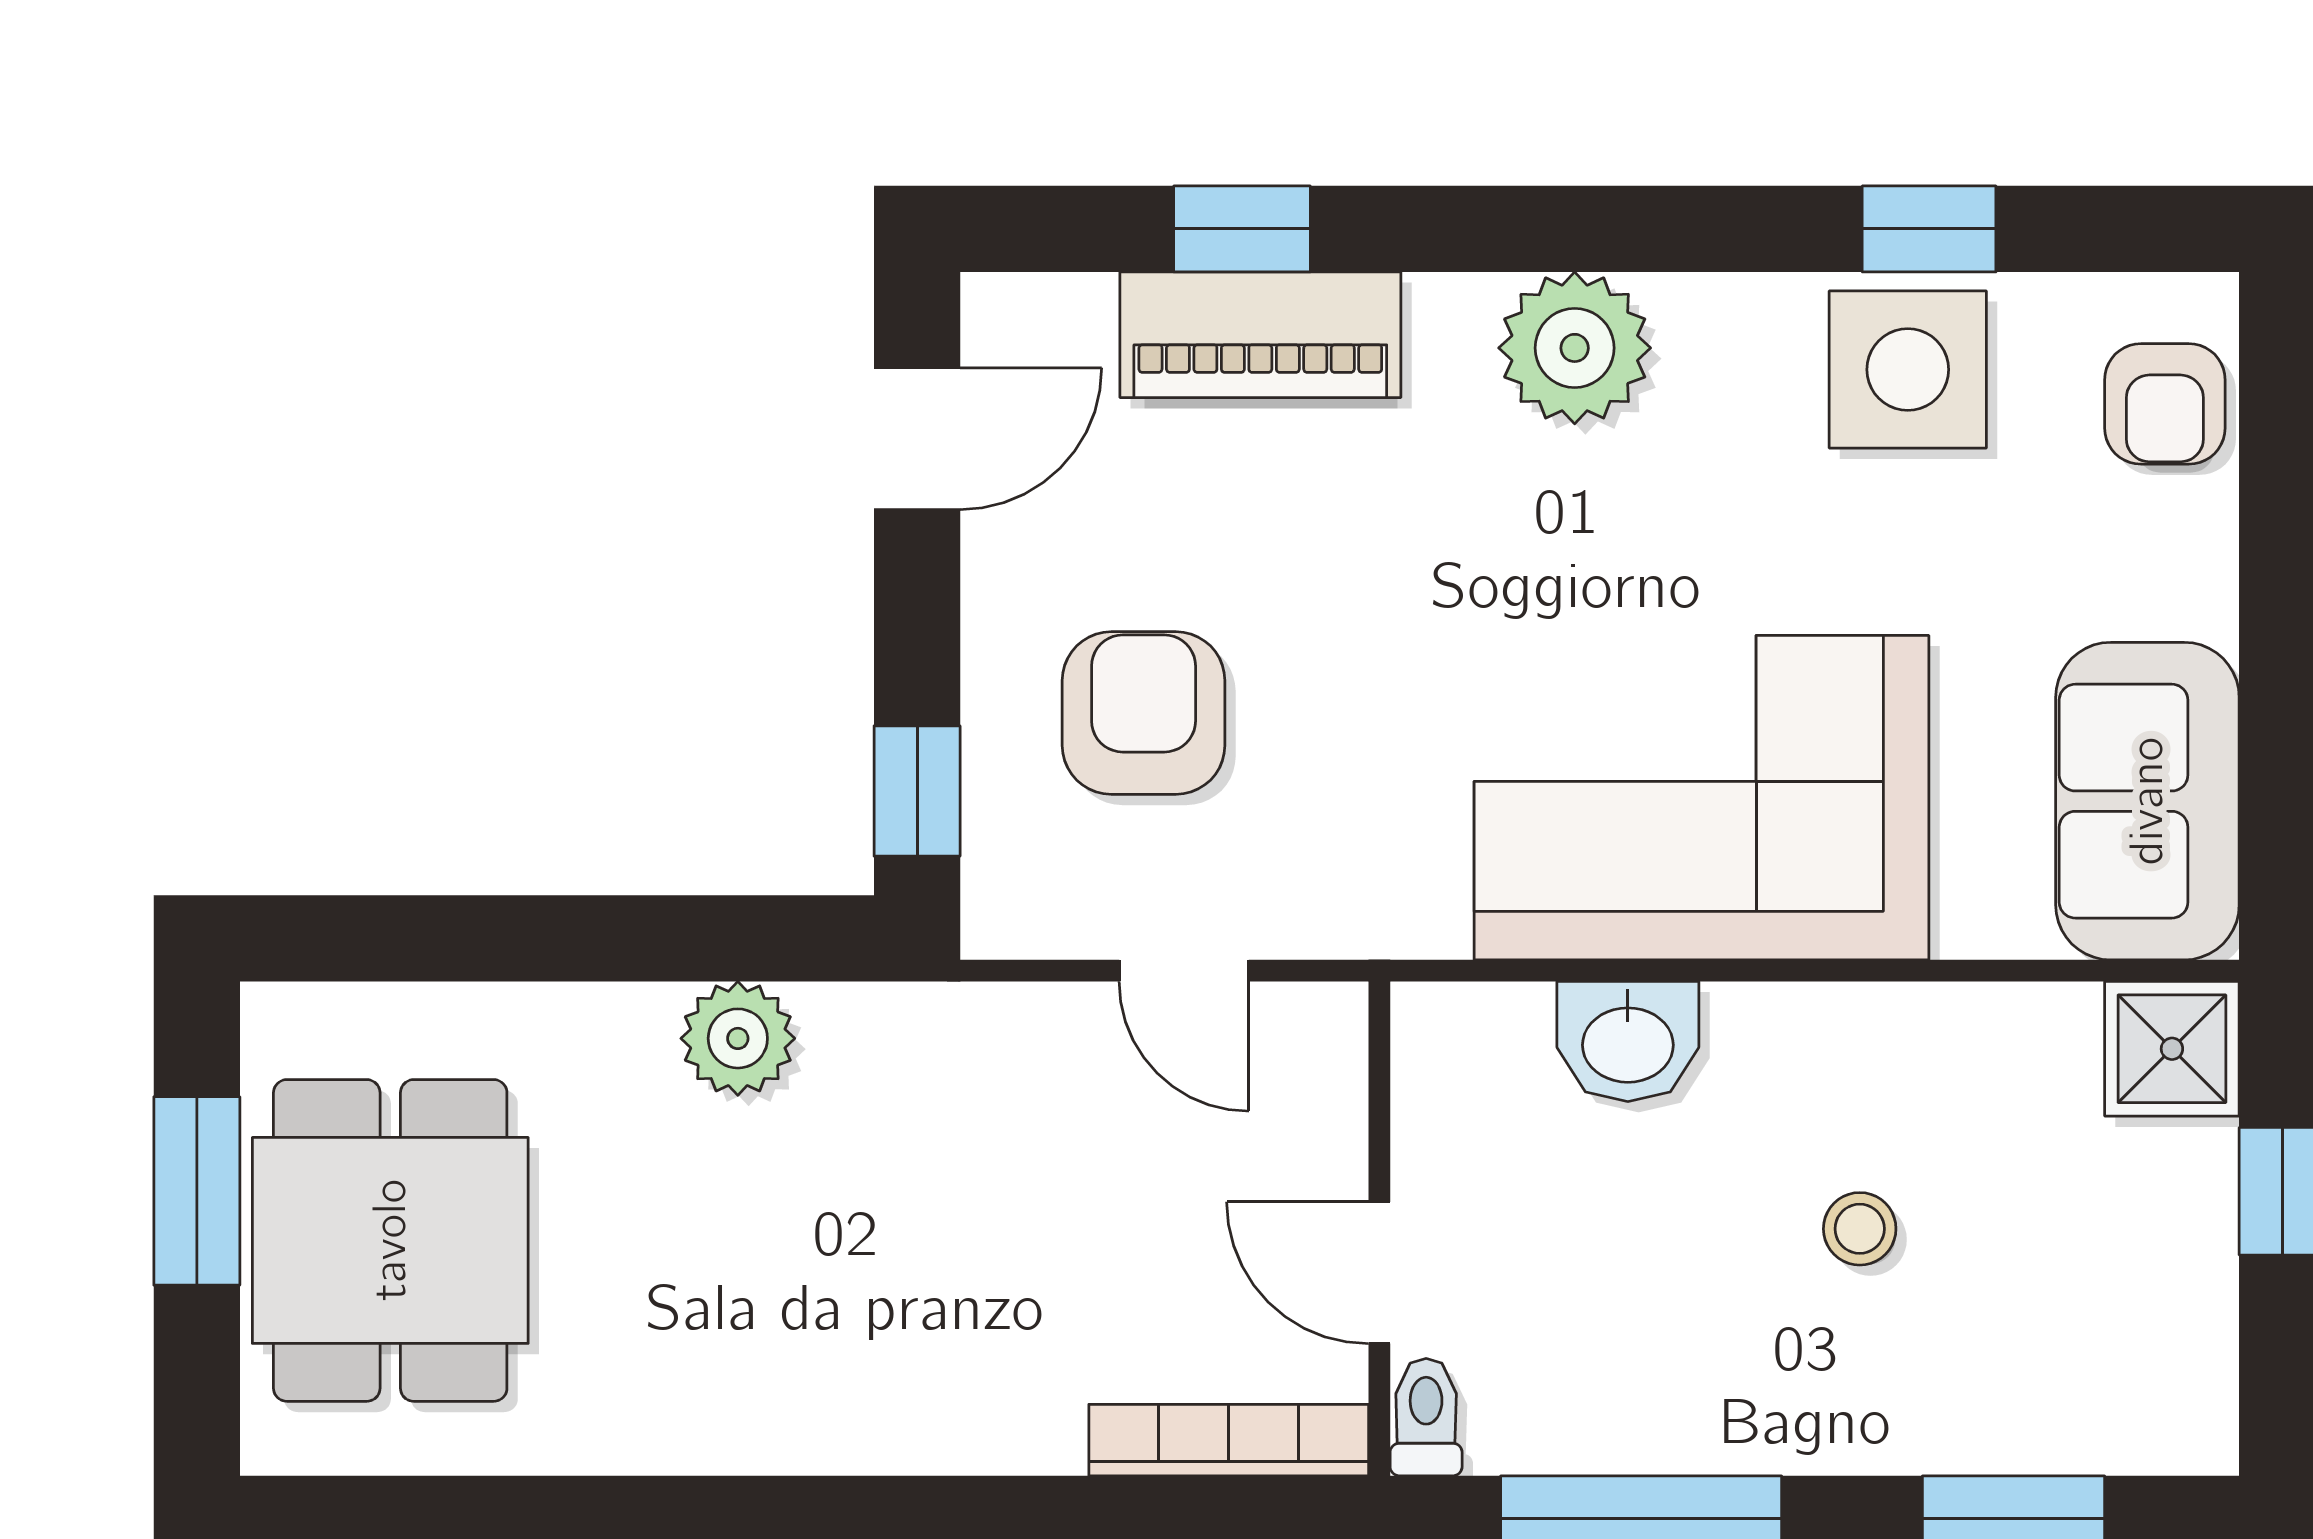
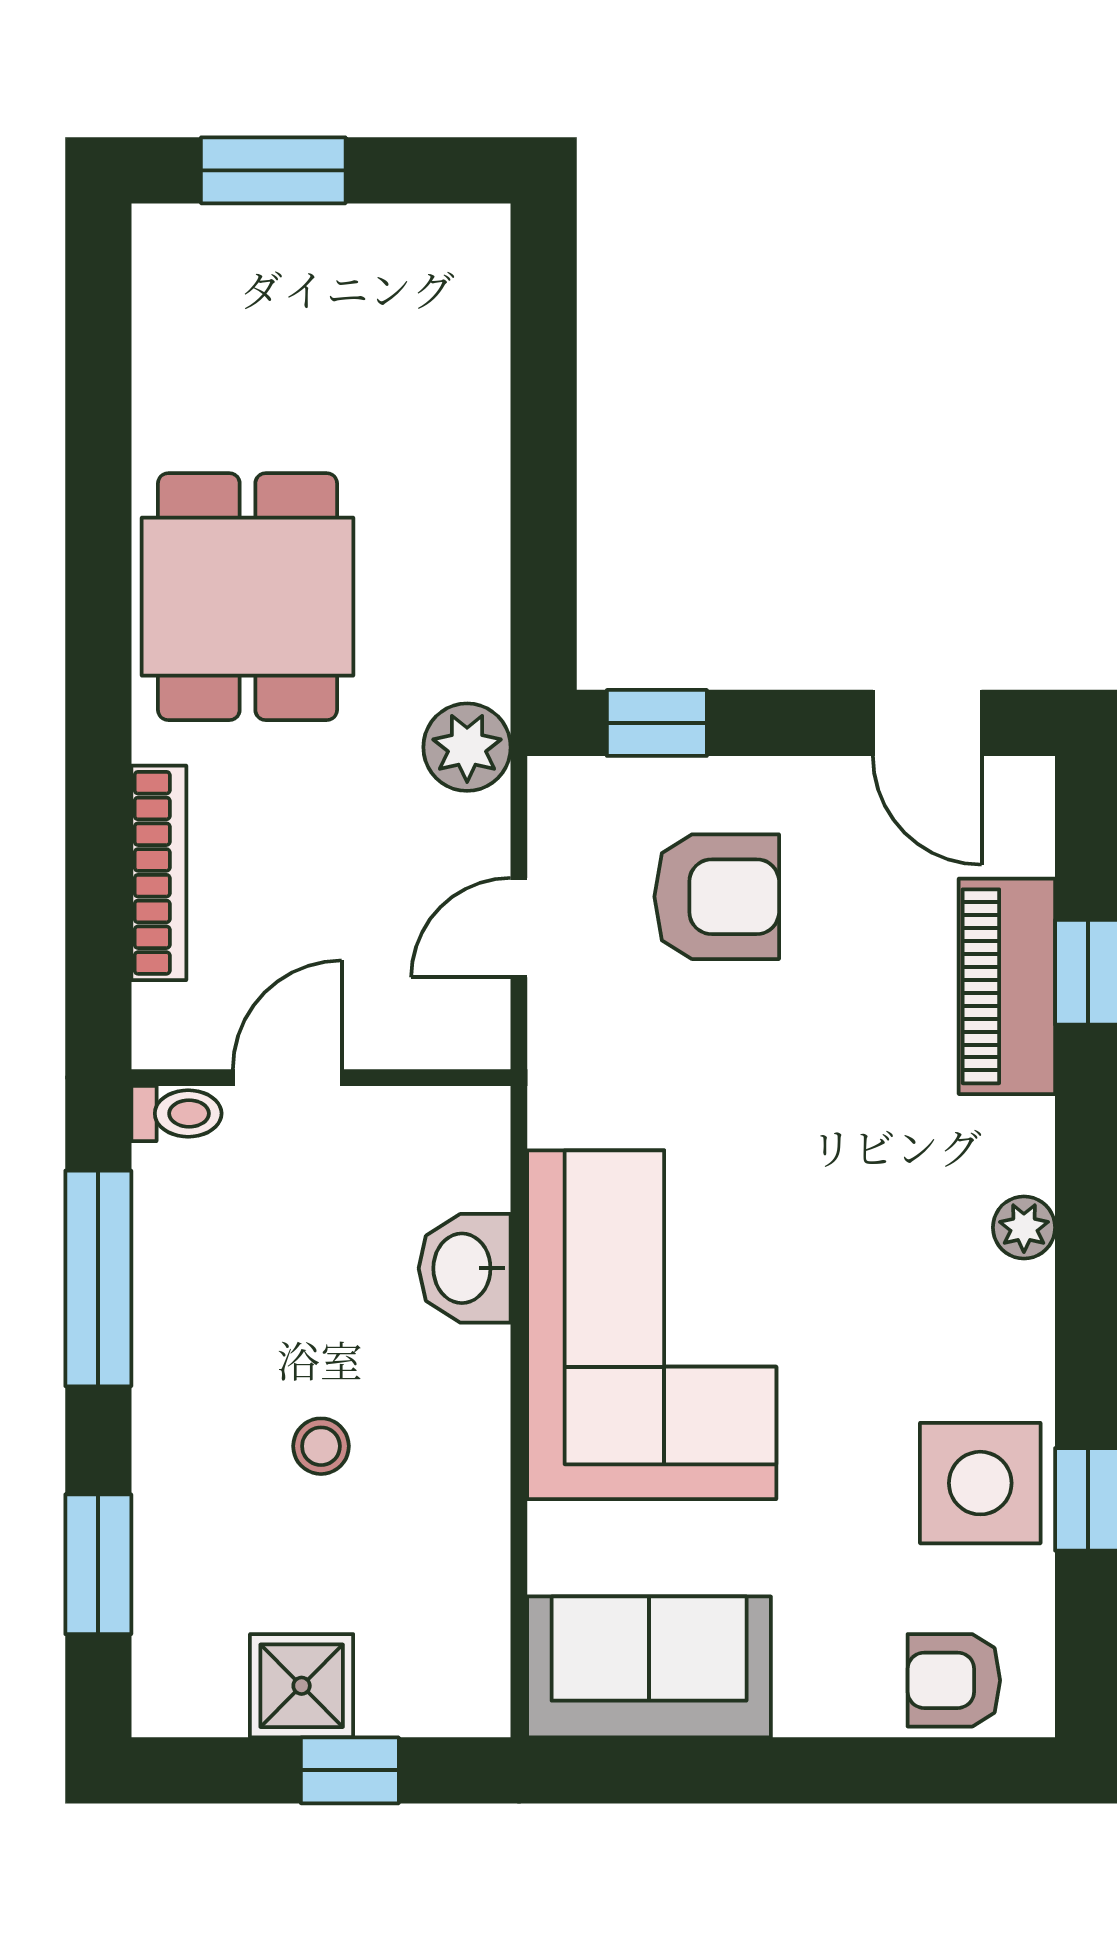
plant: (1575, 348) -> (1024, 1227), width x0.53, depth x0.53
plant: (738, 1038) -> (467, 747), moved
shower: (2172, 1049) -> (302, 1686), moved
window: (197, 1191) -> (273, 170), moved
dining table: (390, 1240) -> (248, 597), moved, turned 90
bookcase: (1229, 1440) -> (159, 873), moved

